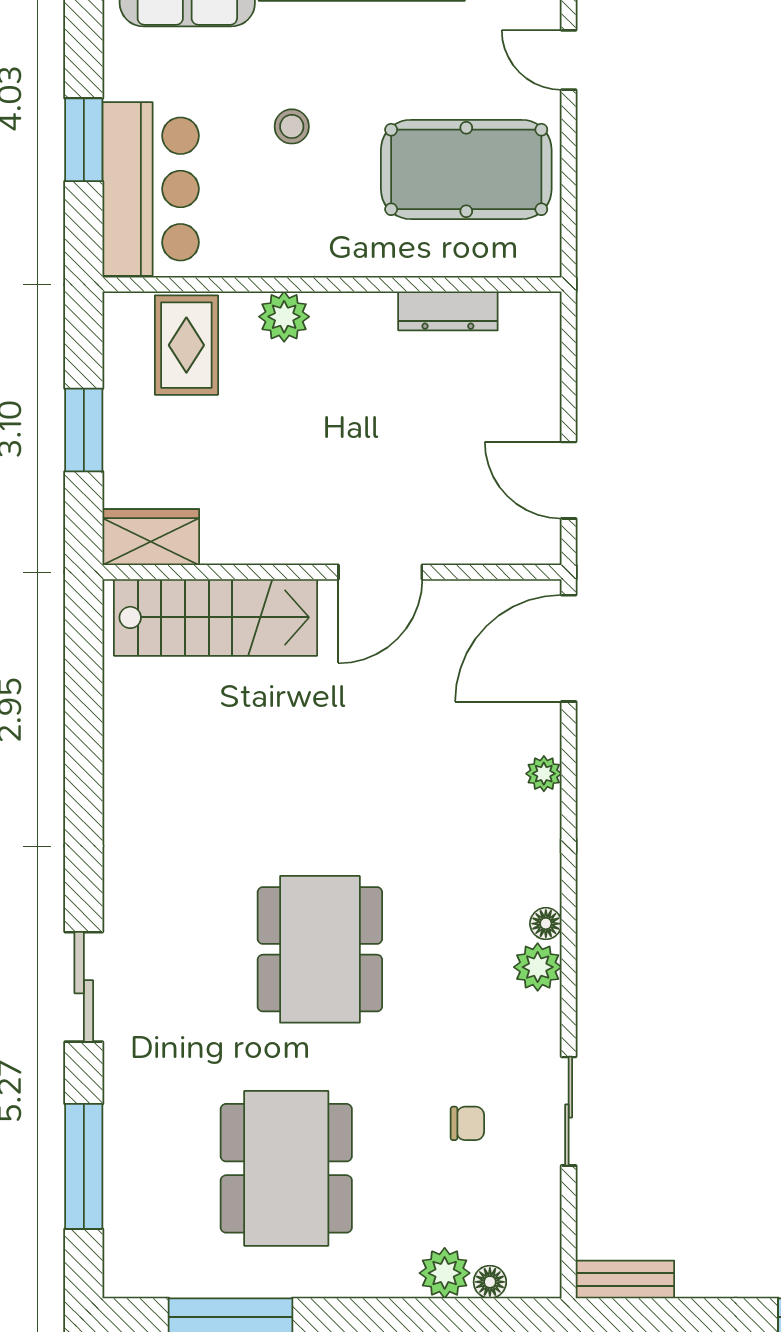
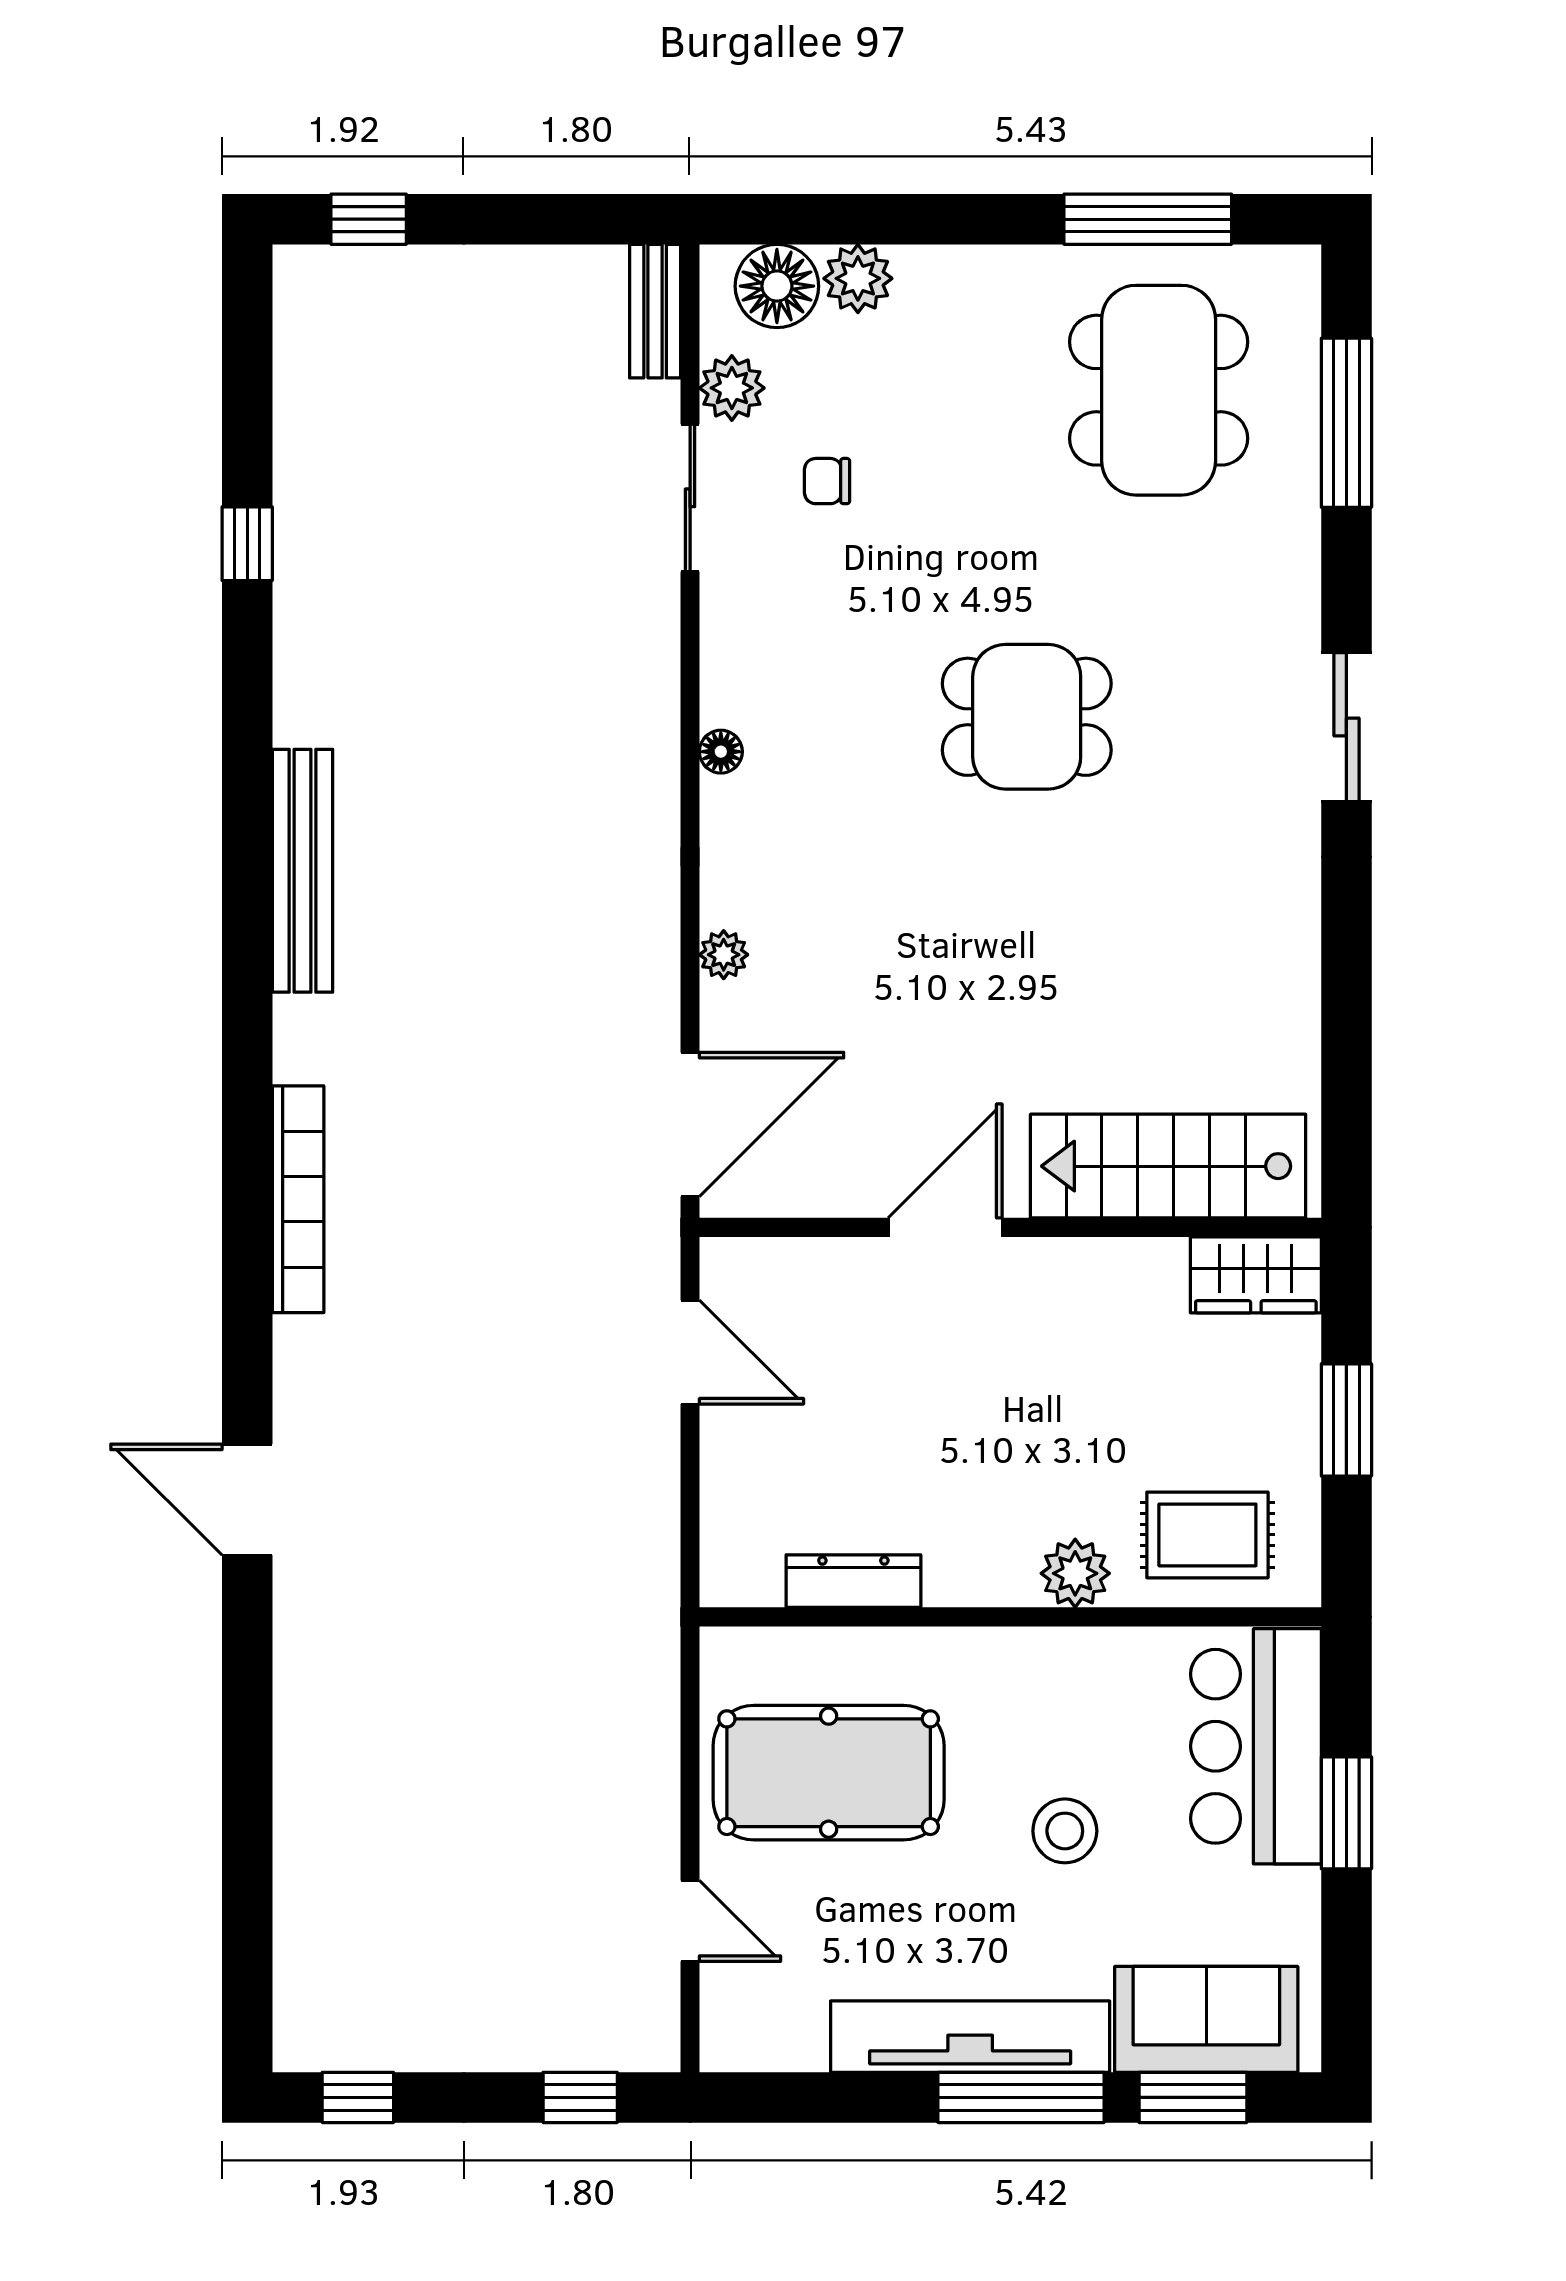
stool: (292, 126) -> (1065, 1831), width x1.37, depth x1.37
rug: (186, 345) -> (1207, 1535), turned 90
dining table: (320, 949) -> (1027, 717), width x0.73
plant: (538, 967) -> (732, 388), moved
sliding door: (84, 987) -> (1346, 727), moved
dining table: (286, 1168) -> (1159, 390), moved
bench: (625, 1279) -> (655, 311), moved, turned 90
floor lamp: (490, 1282) -> (777, 286), width x1.89, depth x1.89

